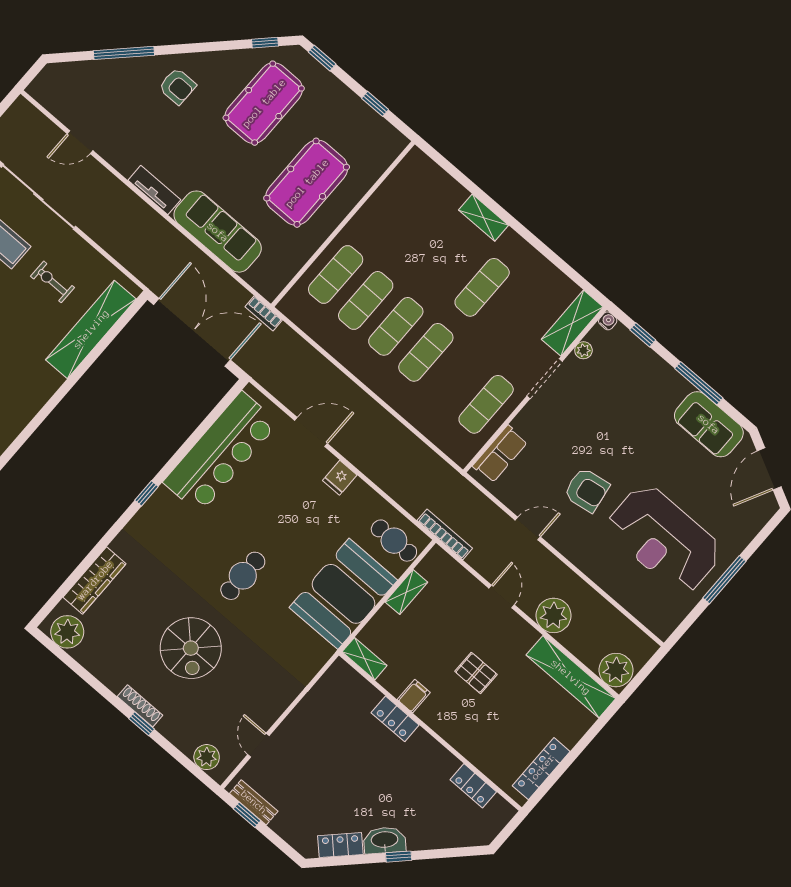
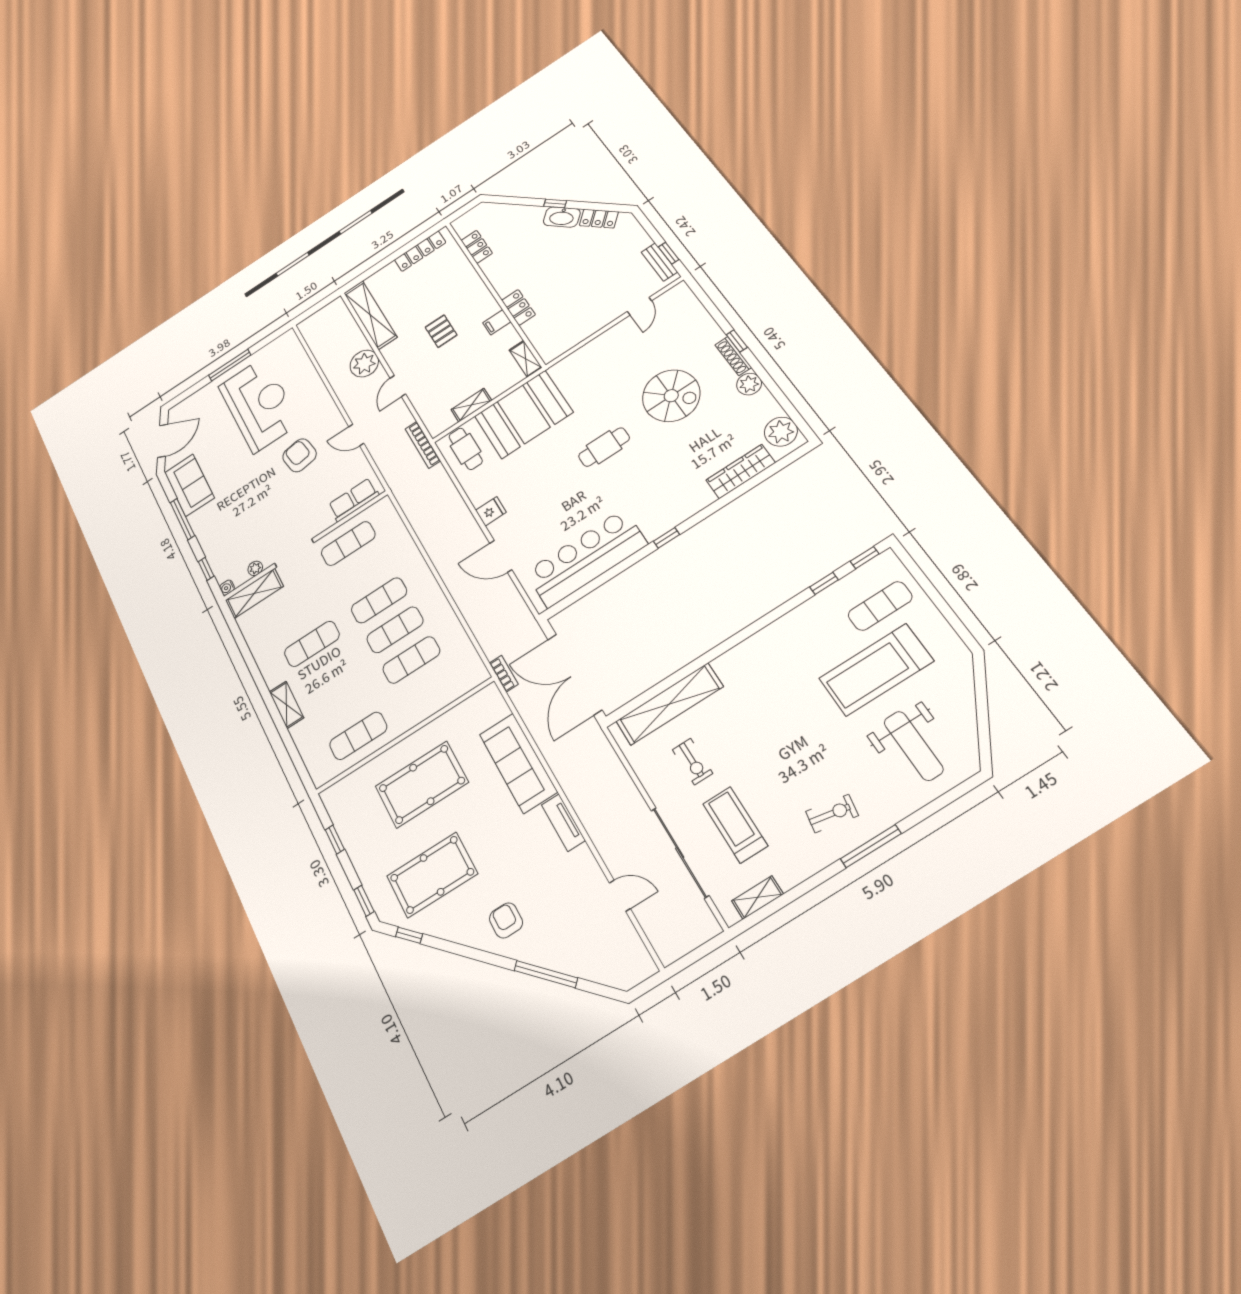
exercise mat: (336, 275) -> (358, 736), moved
spiral stairs: (191, 648) -> (671, 396), turned 90
plant: (616, 670) -> (335, 314), removed
plant: (207, 757) -> (749, 384), moved

